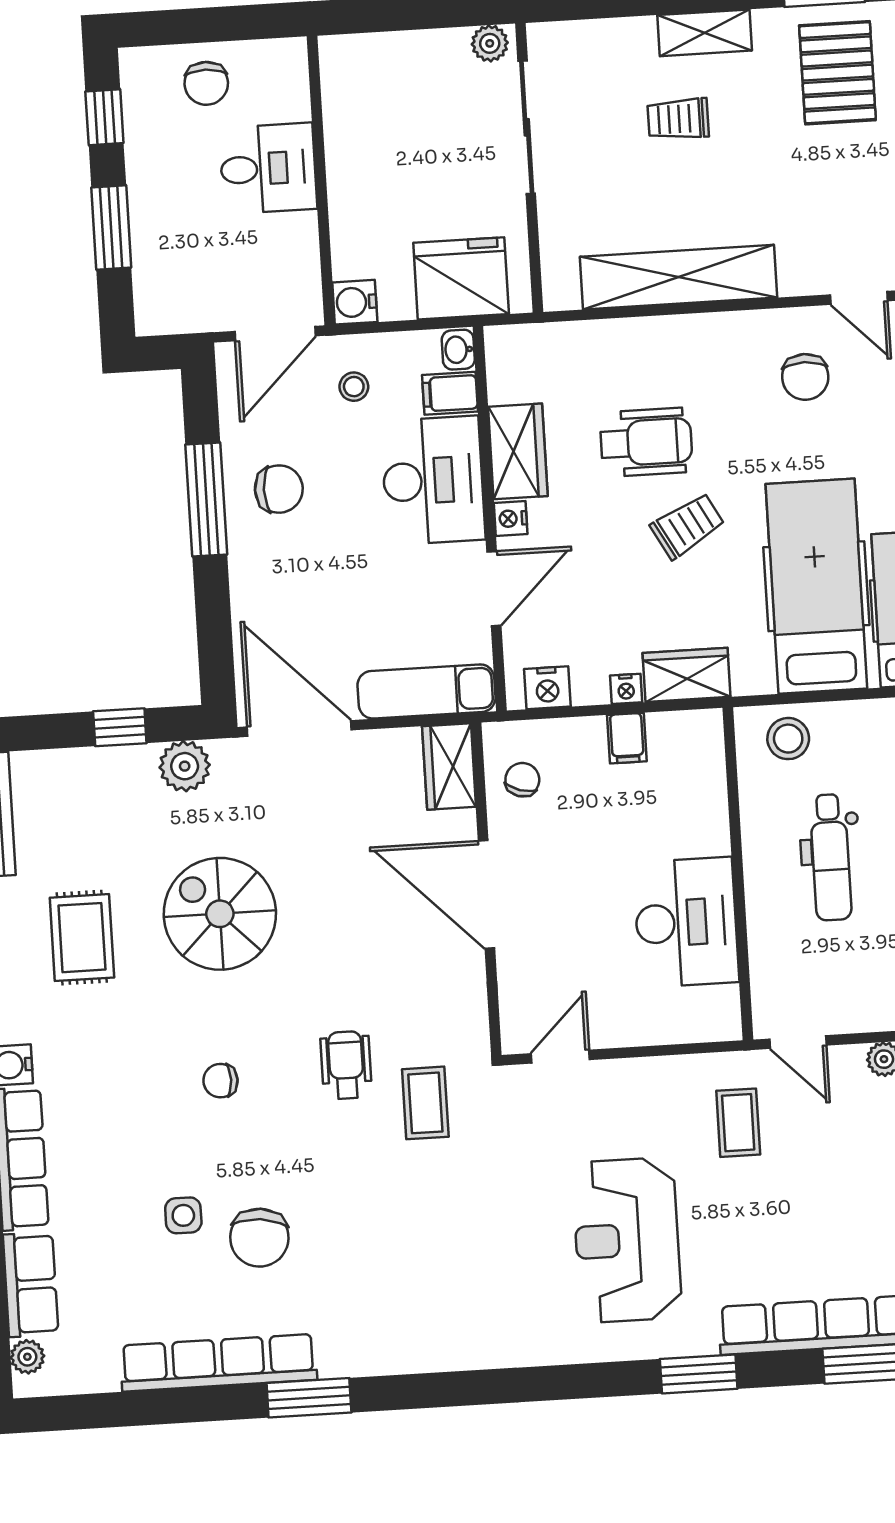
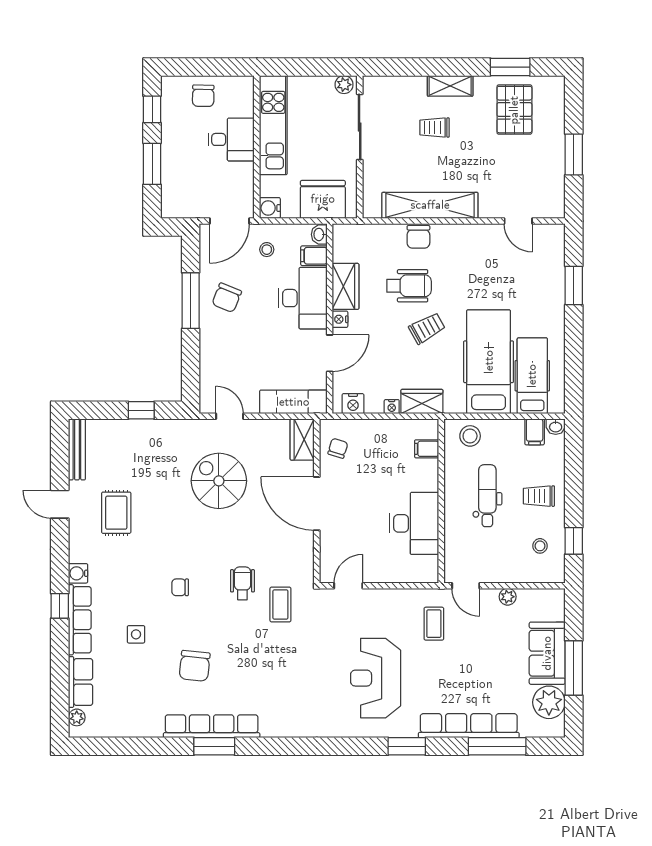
kitchen unit: (352, 134) -> (273, 125), added
chair: (805, 377) -> (418, 237), moved
chair: (279, 489) -> (227, 298), turned 112
door: (299, 728) -> (230, 416), width x0.53
filing cabinet: (627, 738) -> (427, 449), moved, turned 90
plant: (185, 766) -> (172, 431), removed
dental chair: (831, 857) -> (487, 496), turned 180
spiral stairs: (220, 914) -> (219, 481), moved
side table: (183, 1215) -> (136, 634), moved
row of seats: (218, 1363) -> (212, 726), moved

